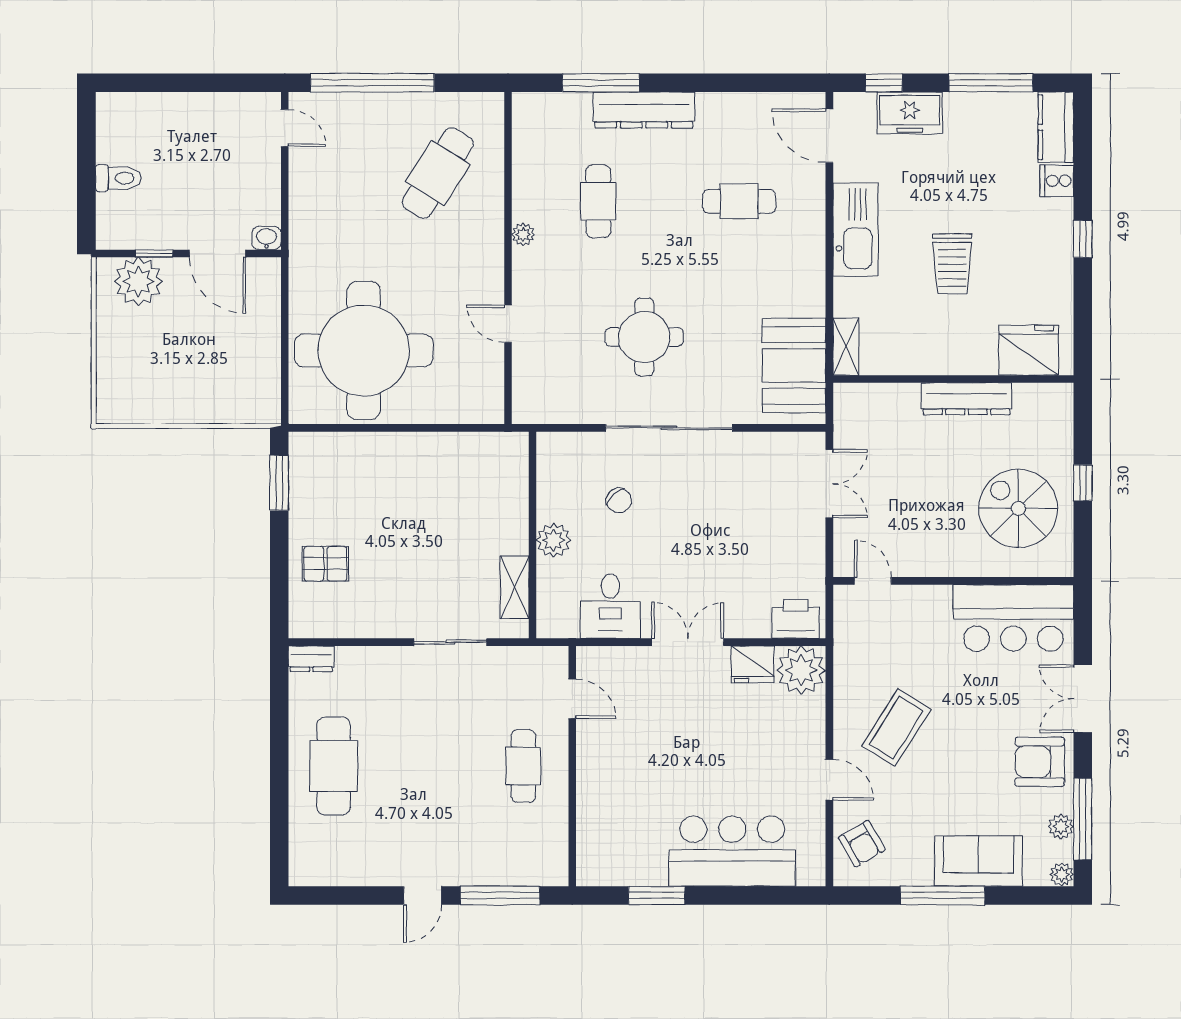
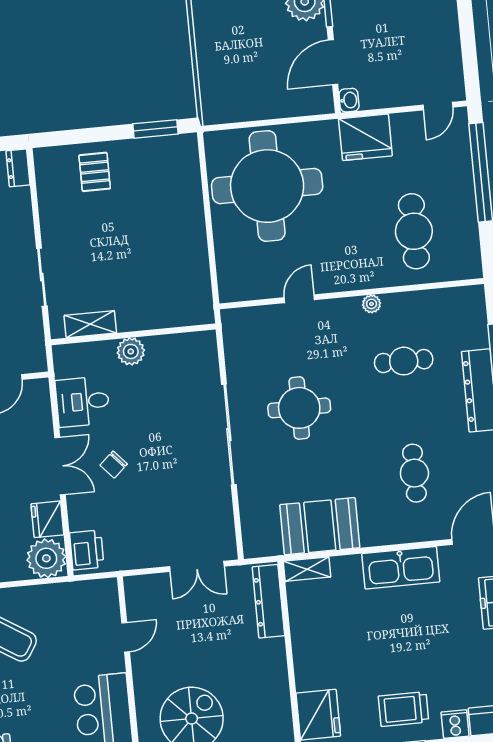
cafe table: (438, 173) -> (414, 231), turned 58
fridge: (315, 222) -> (365, 137), added
trolley: (952, 264) -> (403, 709), moved
booth: (794, 365) -> (320, 526), moved
dresser: (967, 399) -> (268, 601), moved
chair: (619, 500) -> (114, 465), moved
door: (873, 581) -> (126, 637), moved

